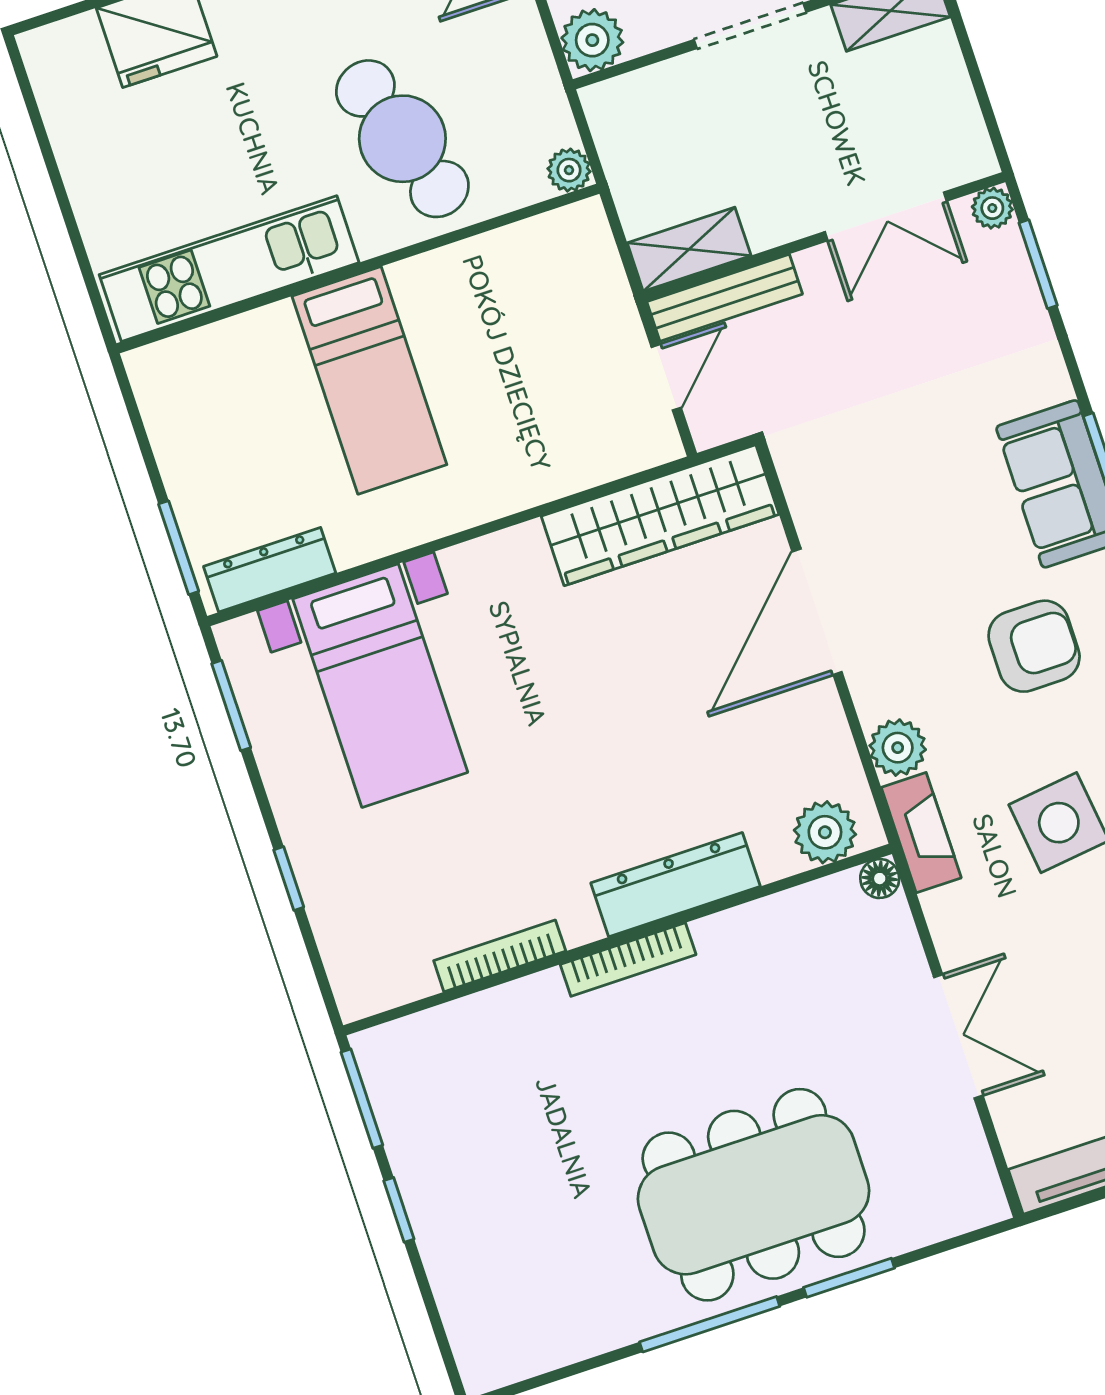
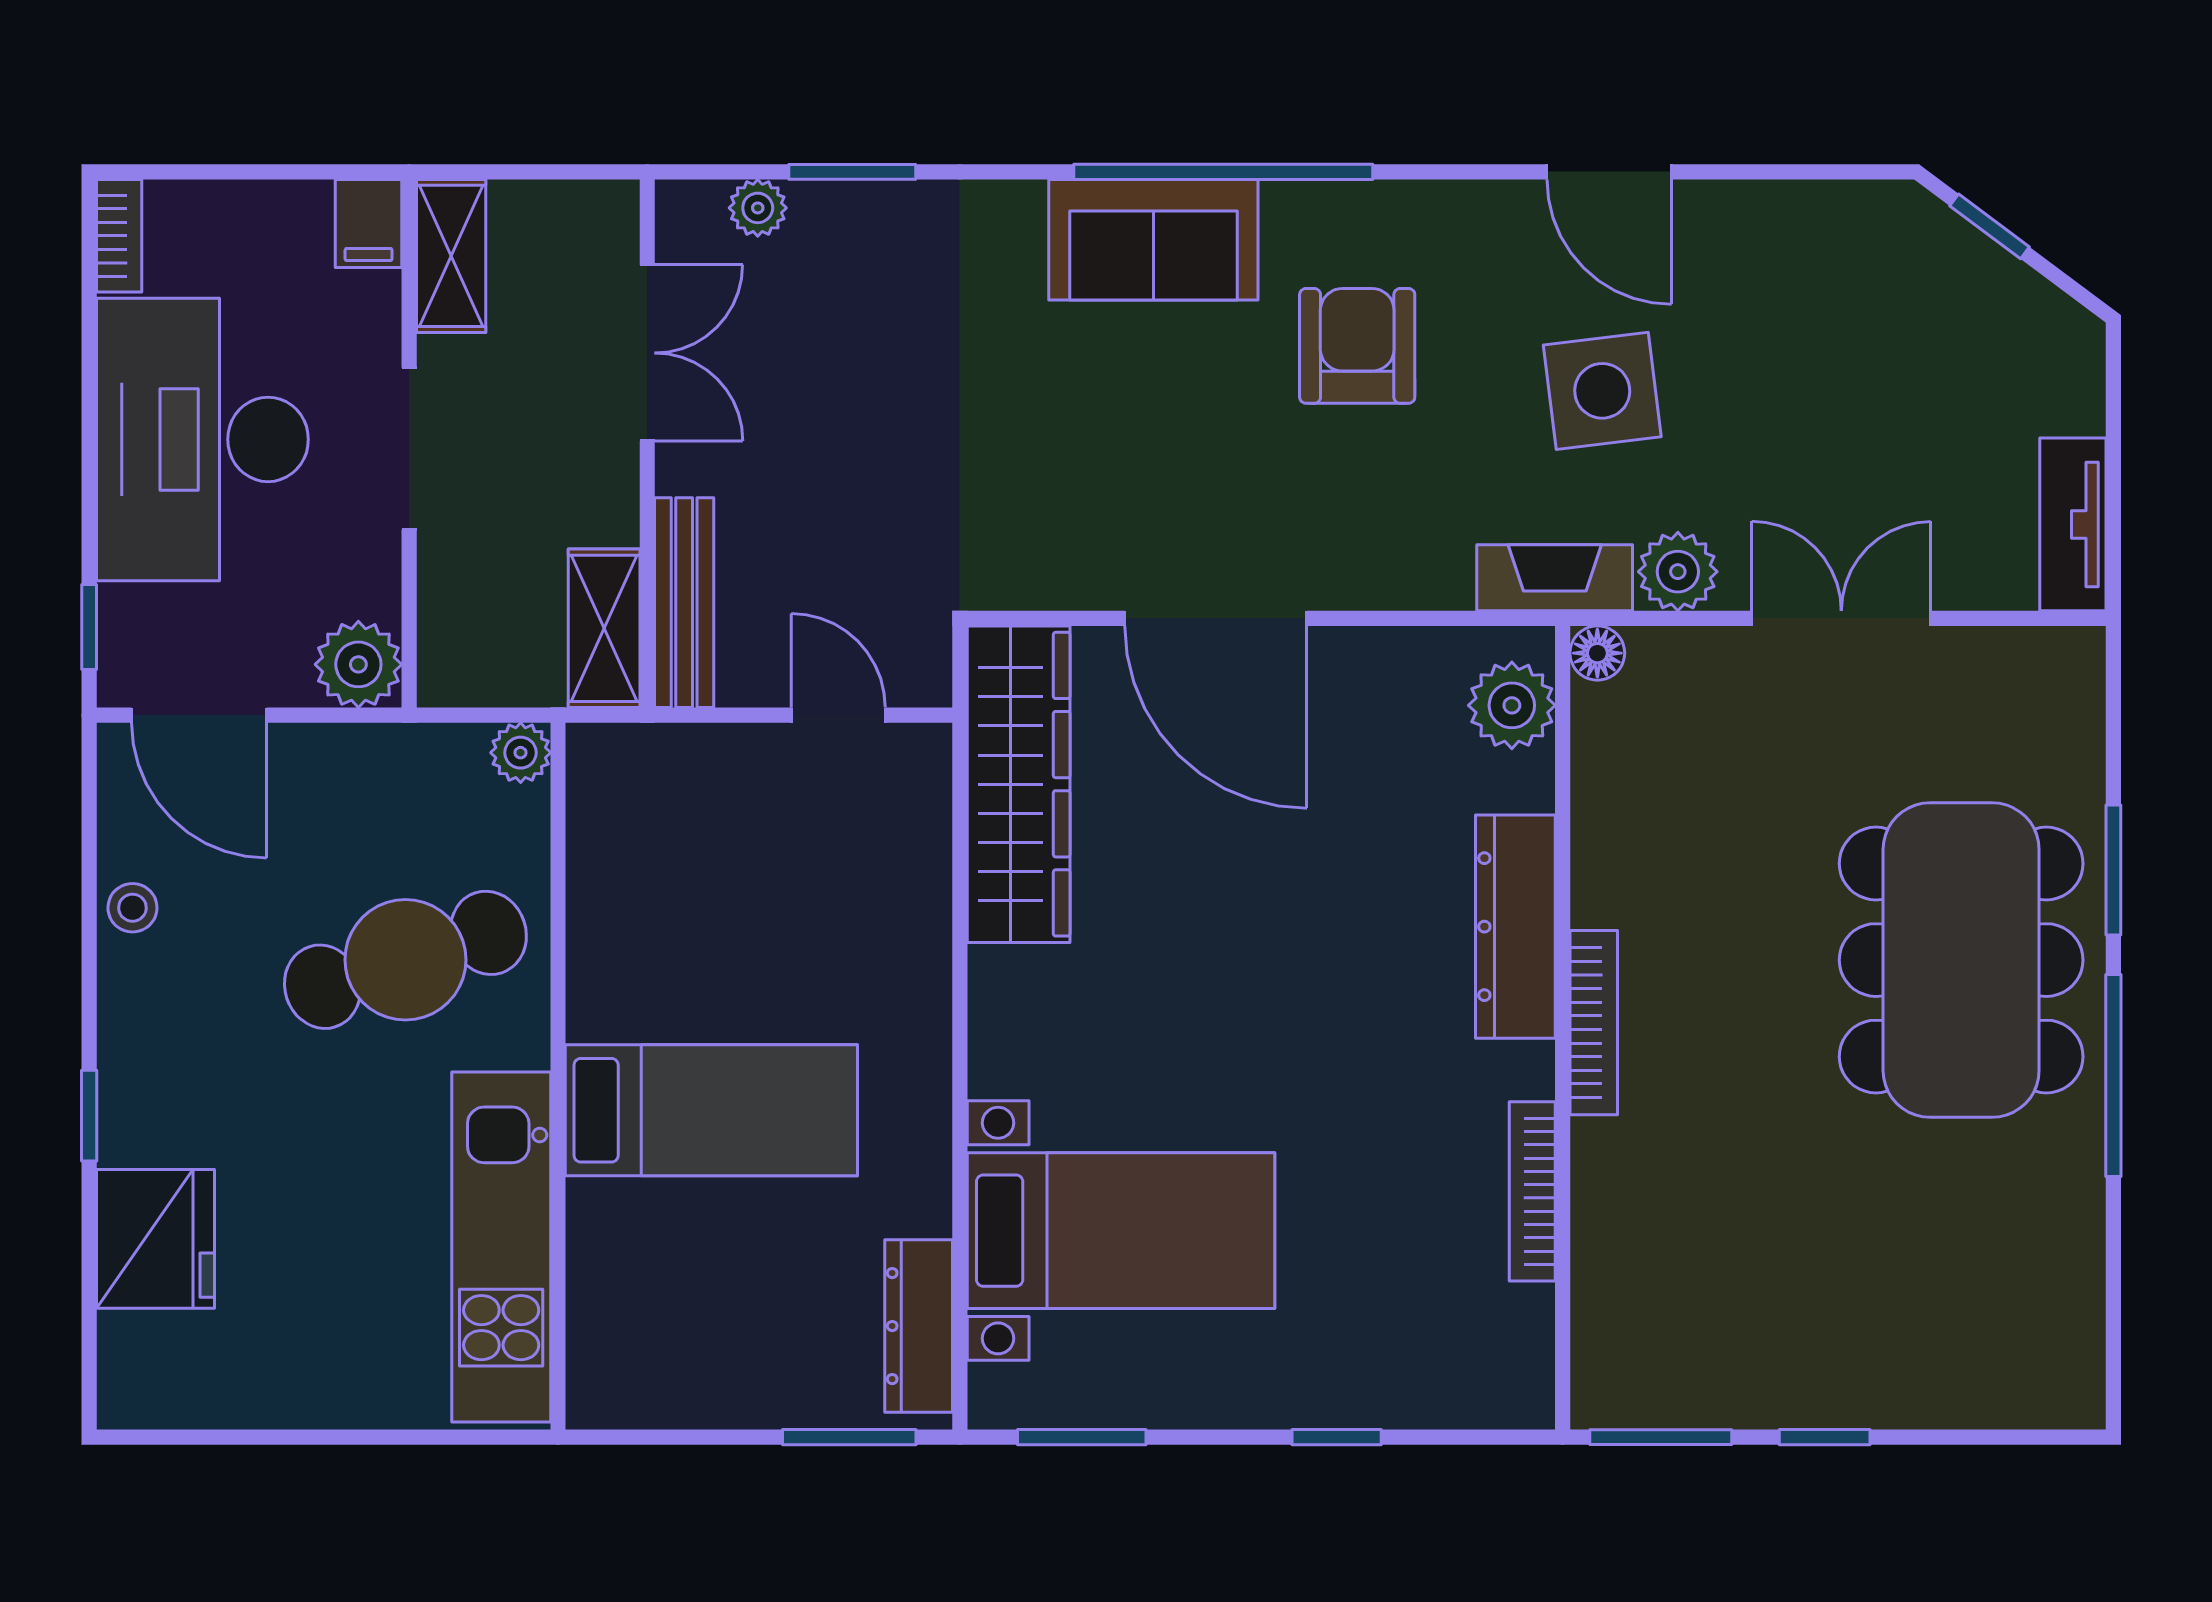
double door: (886, 216) -> (647, 353), moved
wall: (824, 237) -> (647, 444), moved
shelving: (689, 249) -> (604, 628), moved
bench: (725, 298) -> (684, 603), moved
plant: (898, 748) -> (1678, 572), moved

